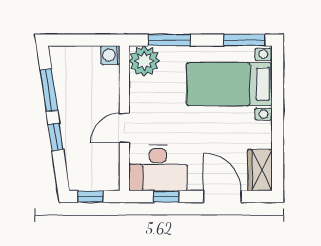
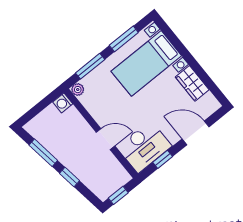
window: (244, 40) -> (124, 39), moved
plant: (144, 61) -> (78, 90), width x0.53, depth x0.53
door: (124, 128) -> (106, 139), swing flipped
wardrobe: (260, 170) -> (192, 83), moved

